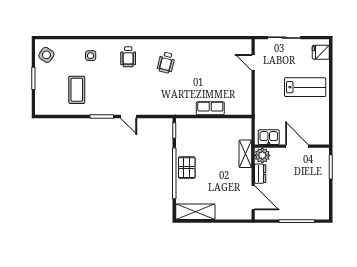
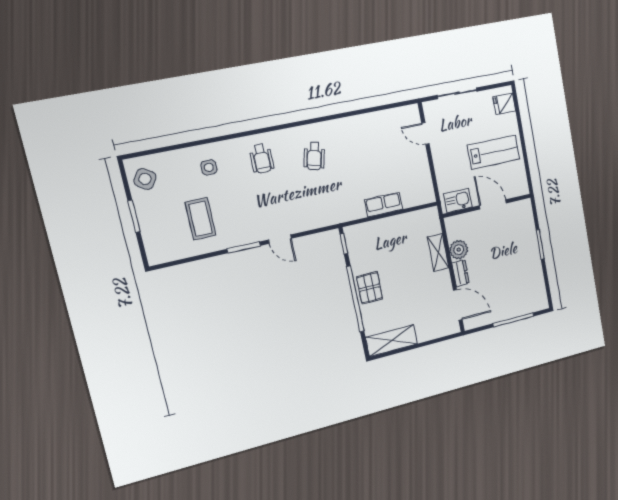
kitchen sink: (269, 137) -> (458, 201), moved
wall: (292, 146) -> (487, 206), moved
door: (297, 146) -> (493, 204), moved

